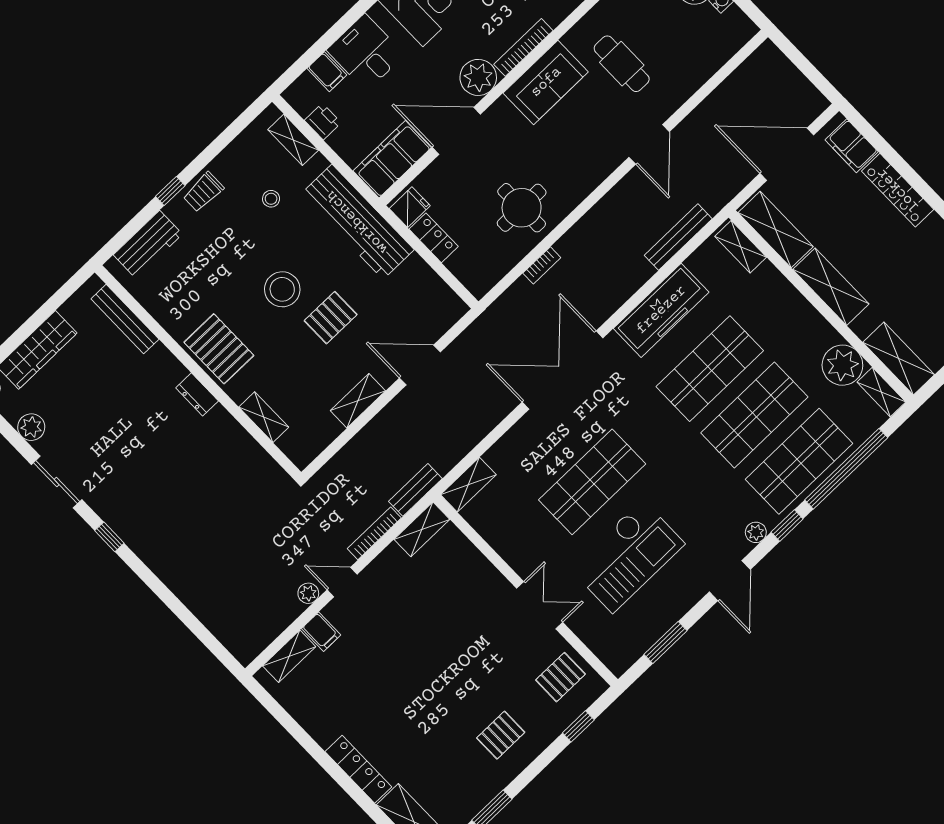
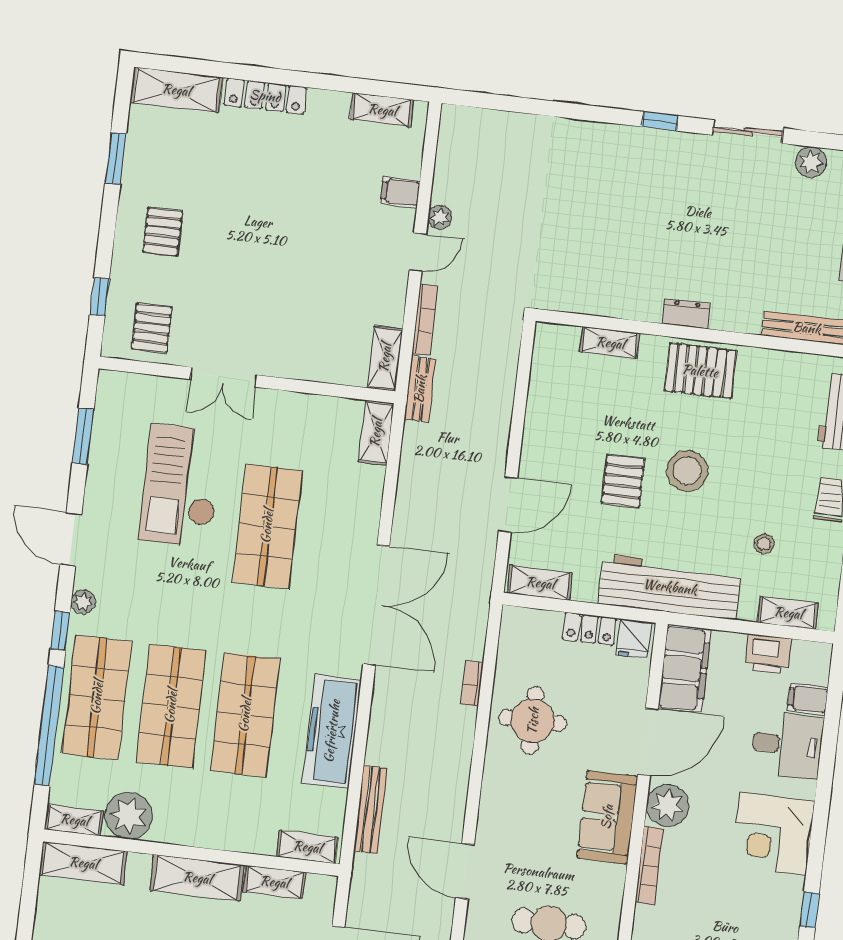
sofa: (546, 82) -> (607, 817), moved
printer: (323, 122) -> (768, 654), width x1.36, depth x1.24
shelving: (776, 230) -> (274, 882), width x0.67, depth x0.75
shelving: (358, 401) -> (540, 583), moved, turned 90
shelving: (289, 656) -> (382, 110), moved, turned 90

